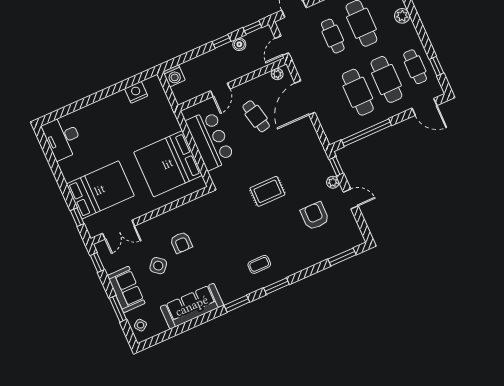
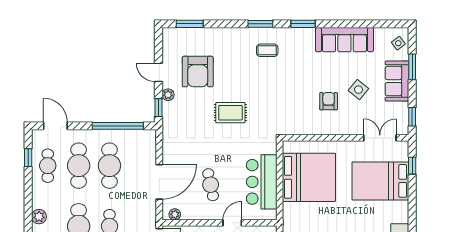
armchair: (315, 216) -> (198, 72), width x1.36, depth x1.36

